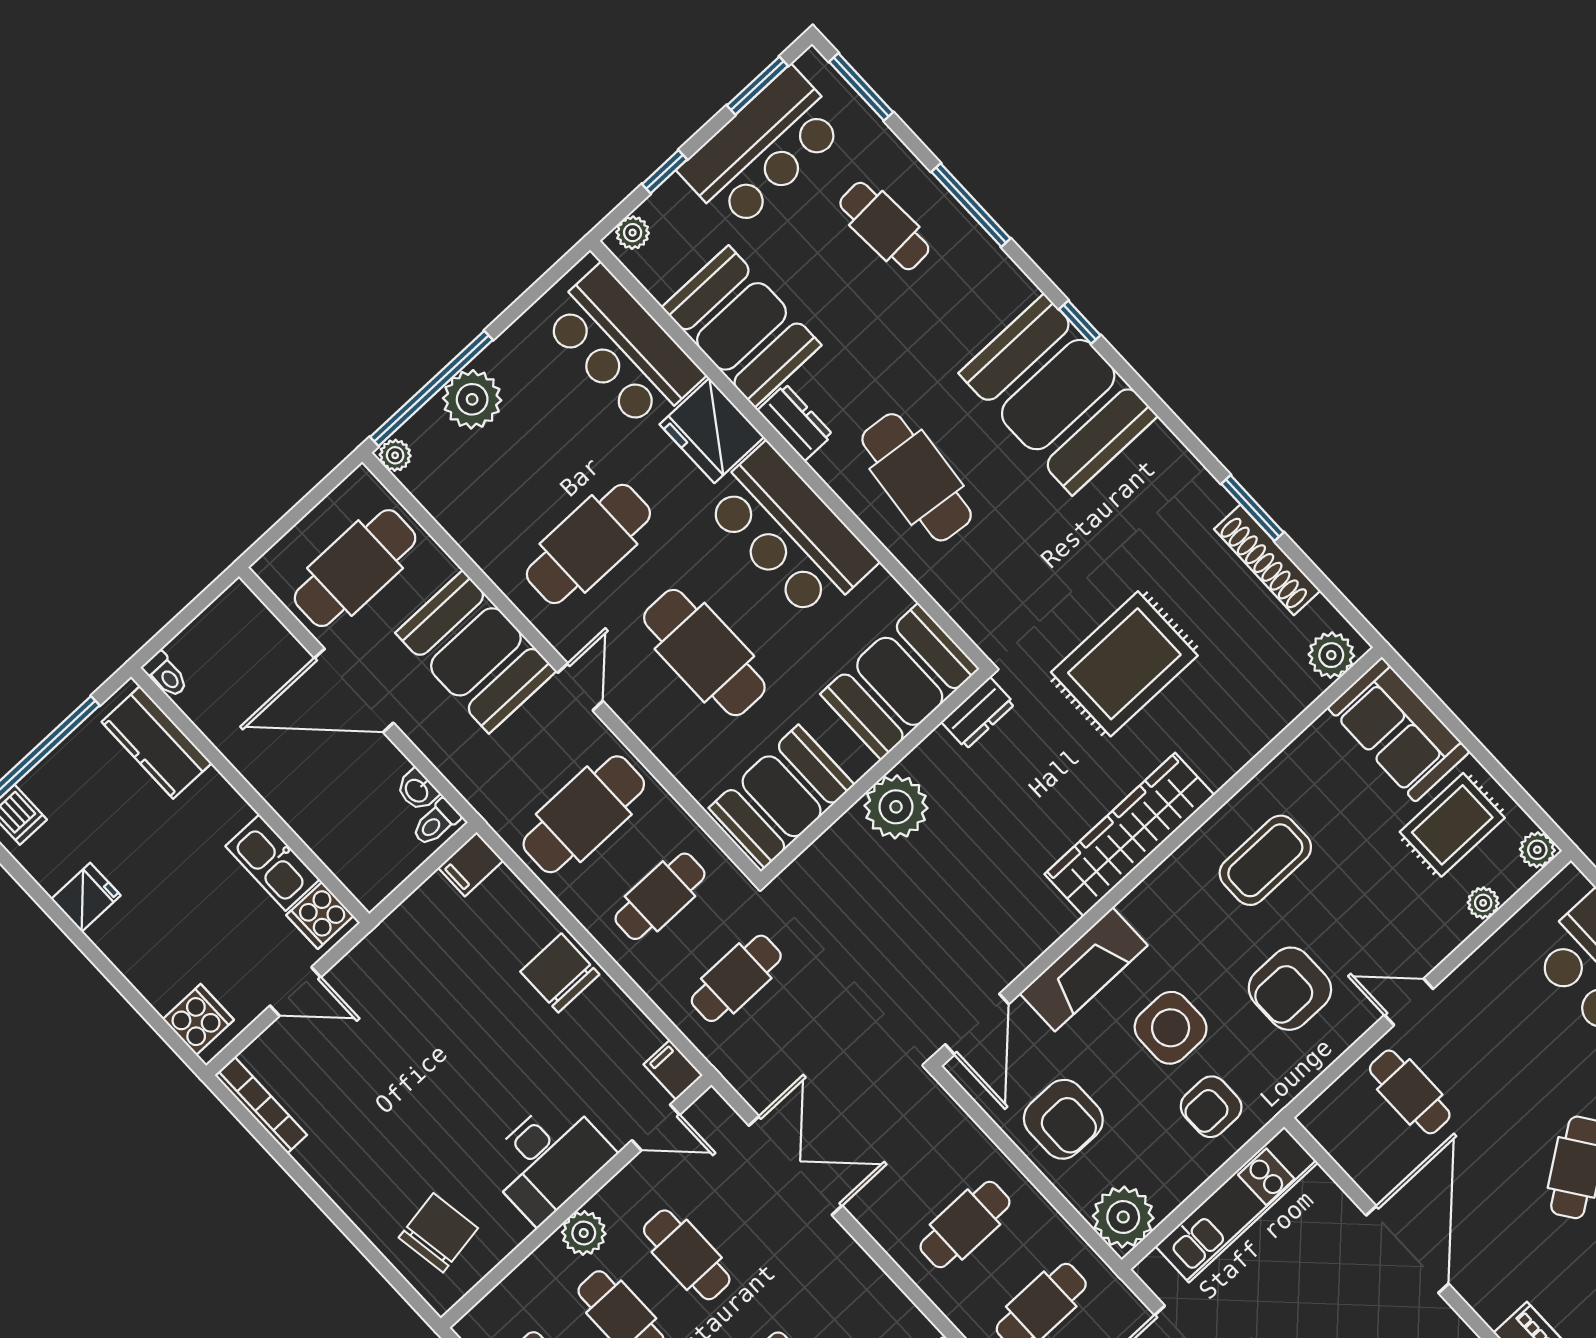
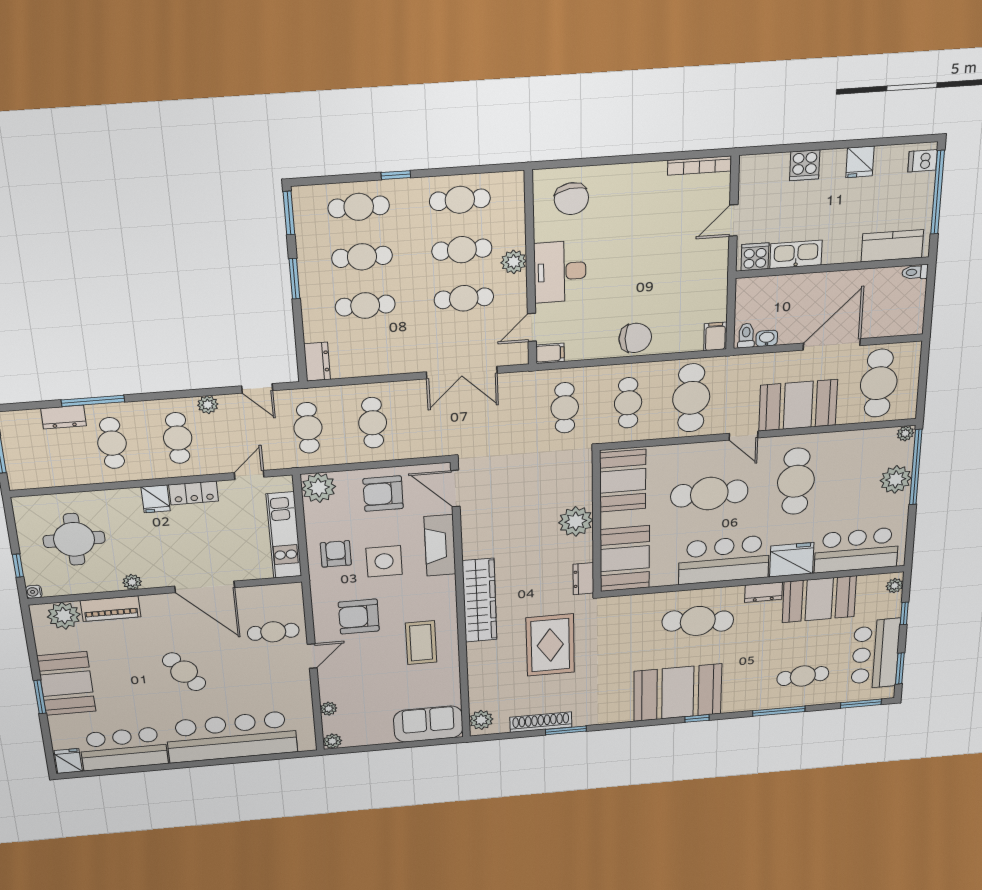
rug: (1452, 825) -> (371, 718), removed
armchair: (1290, 989) -> (359, 617), turned -90
cooker: (198, 1019) -> (805, 165), moved

